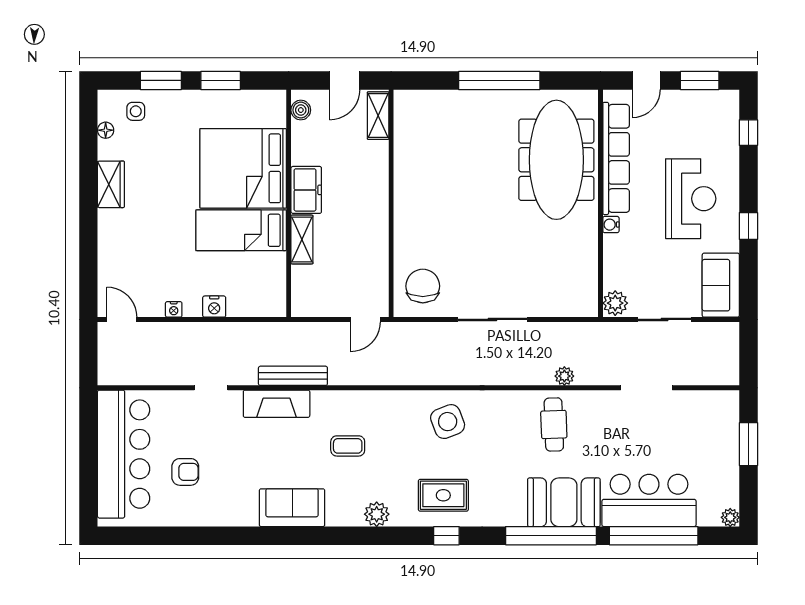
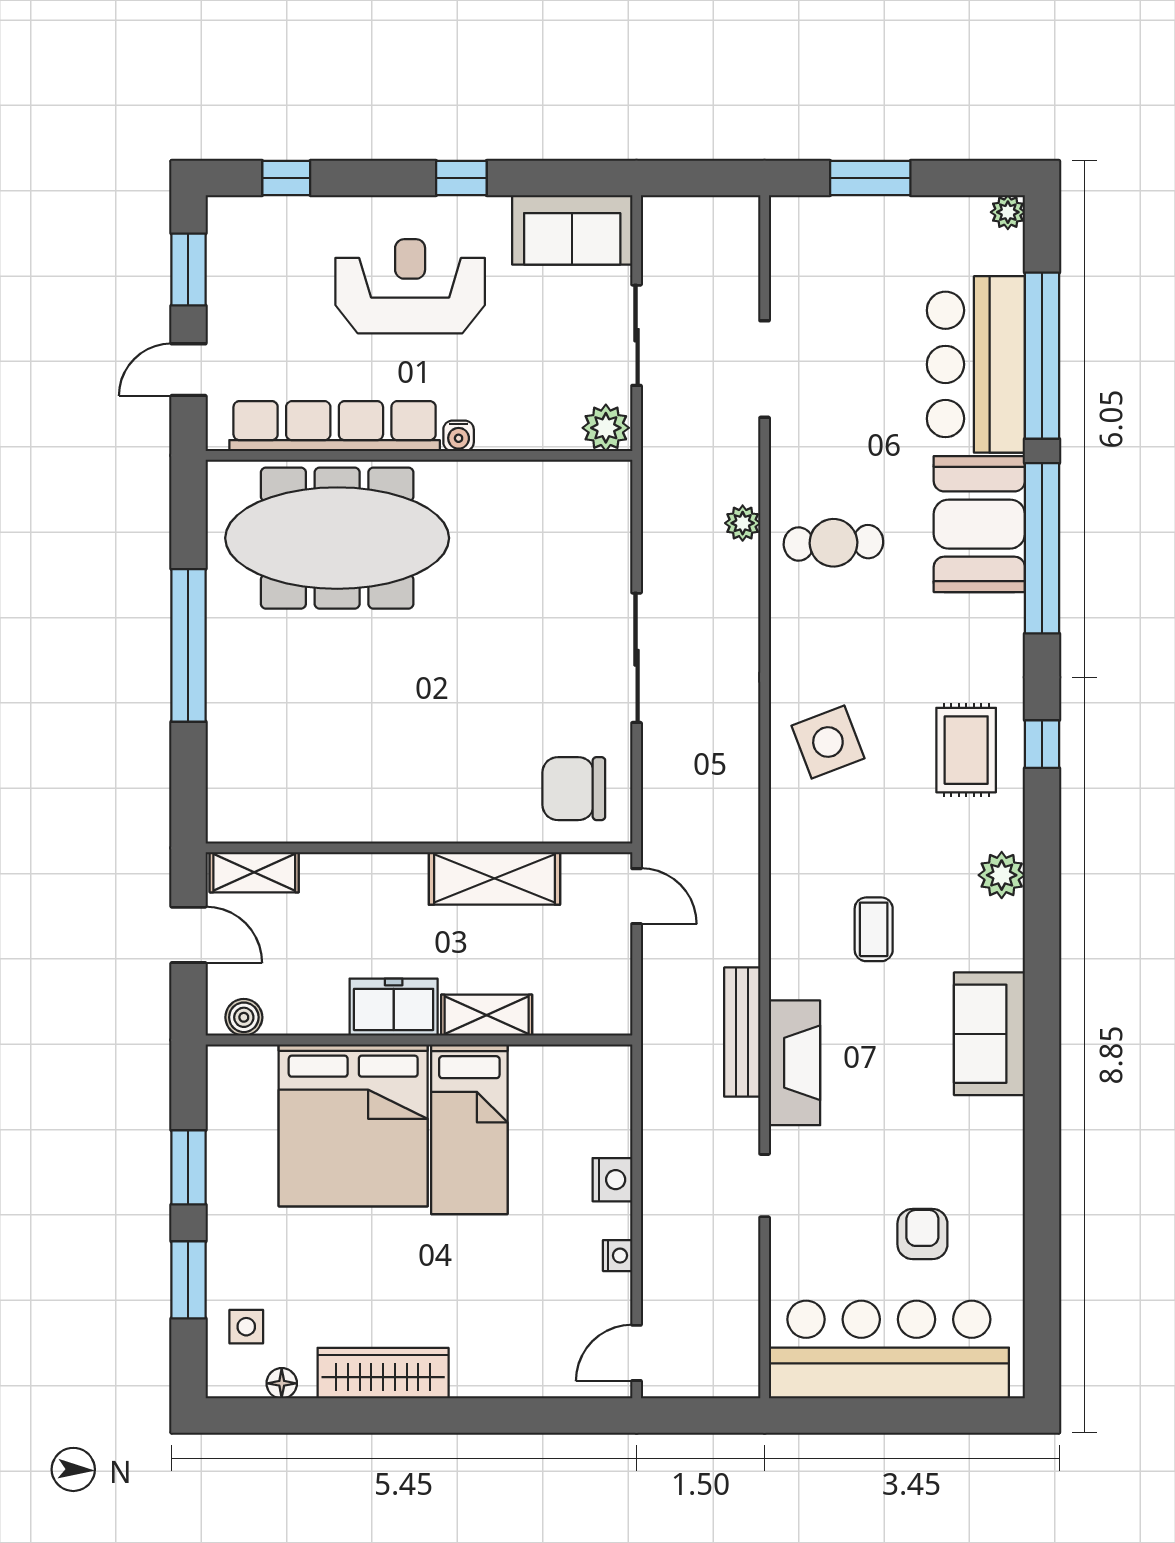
door: (646, 80) -> (188, 370), swing flipped
wardrobe: (111, 184) -> (383, 1373), width x1.50
shelving: (375, 244) -> (494, 878), added

